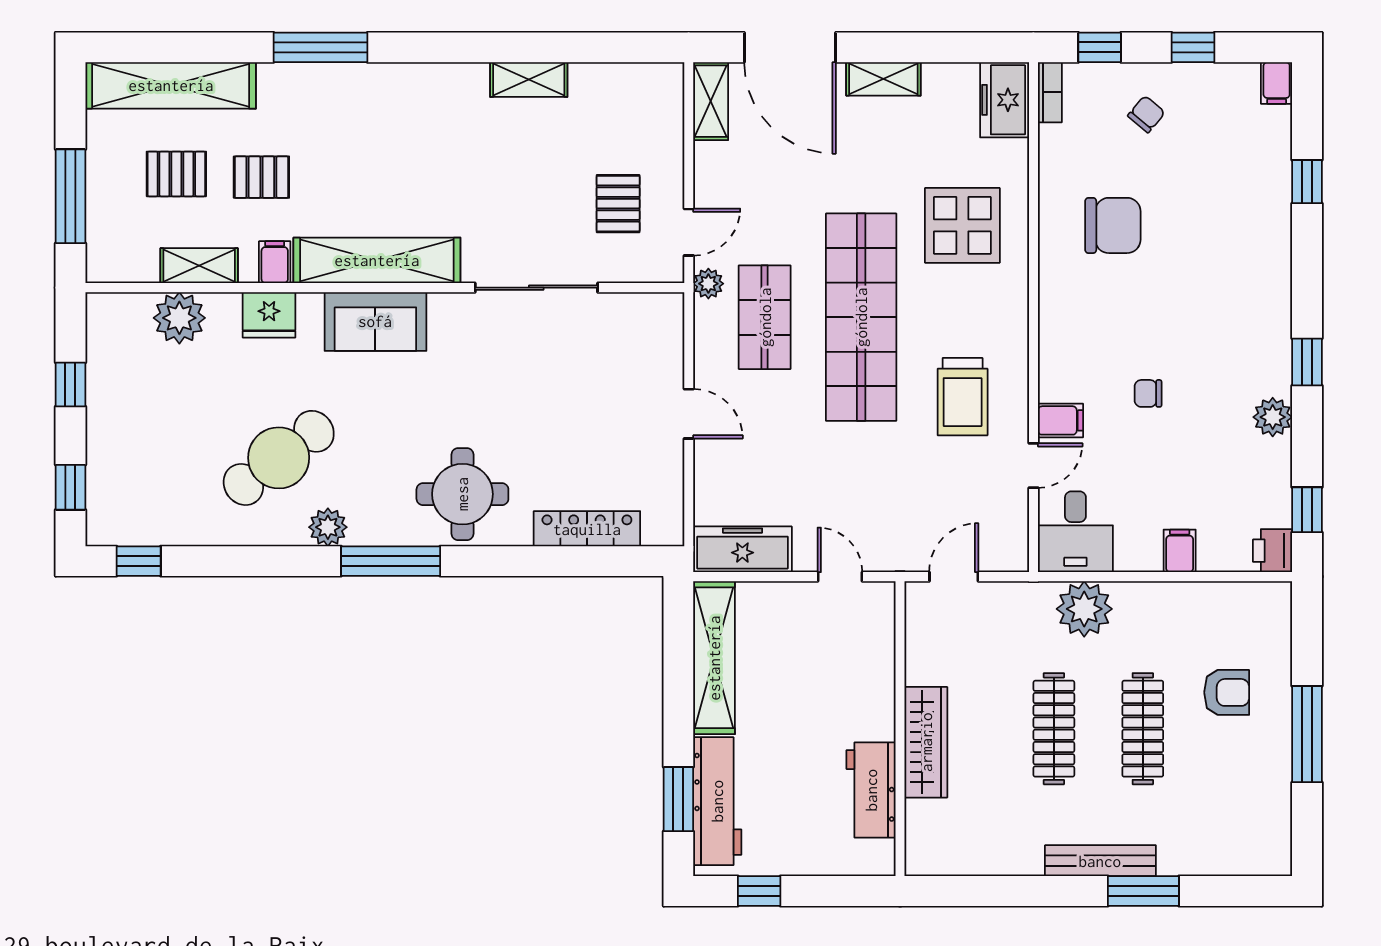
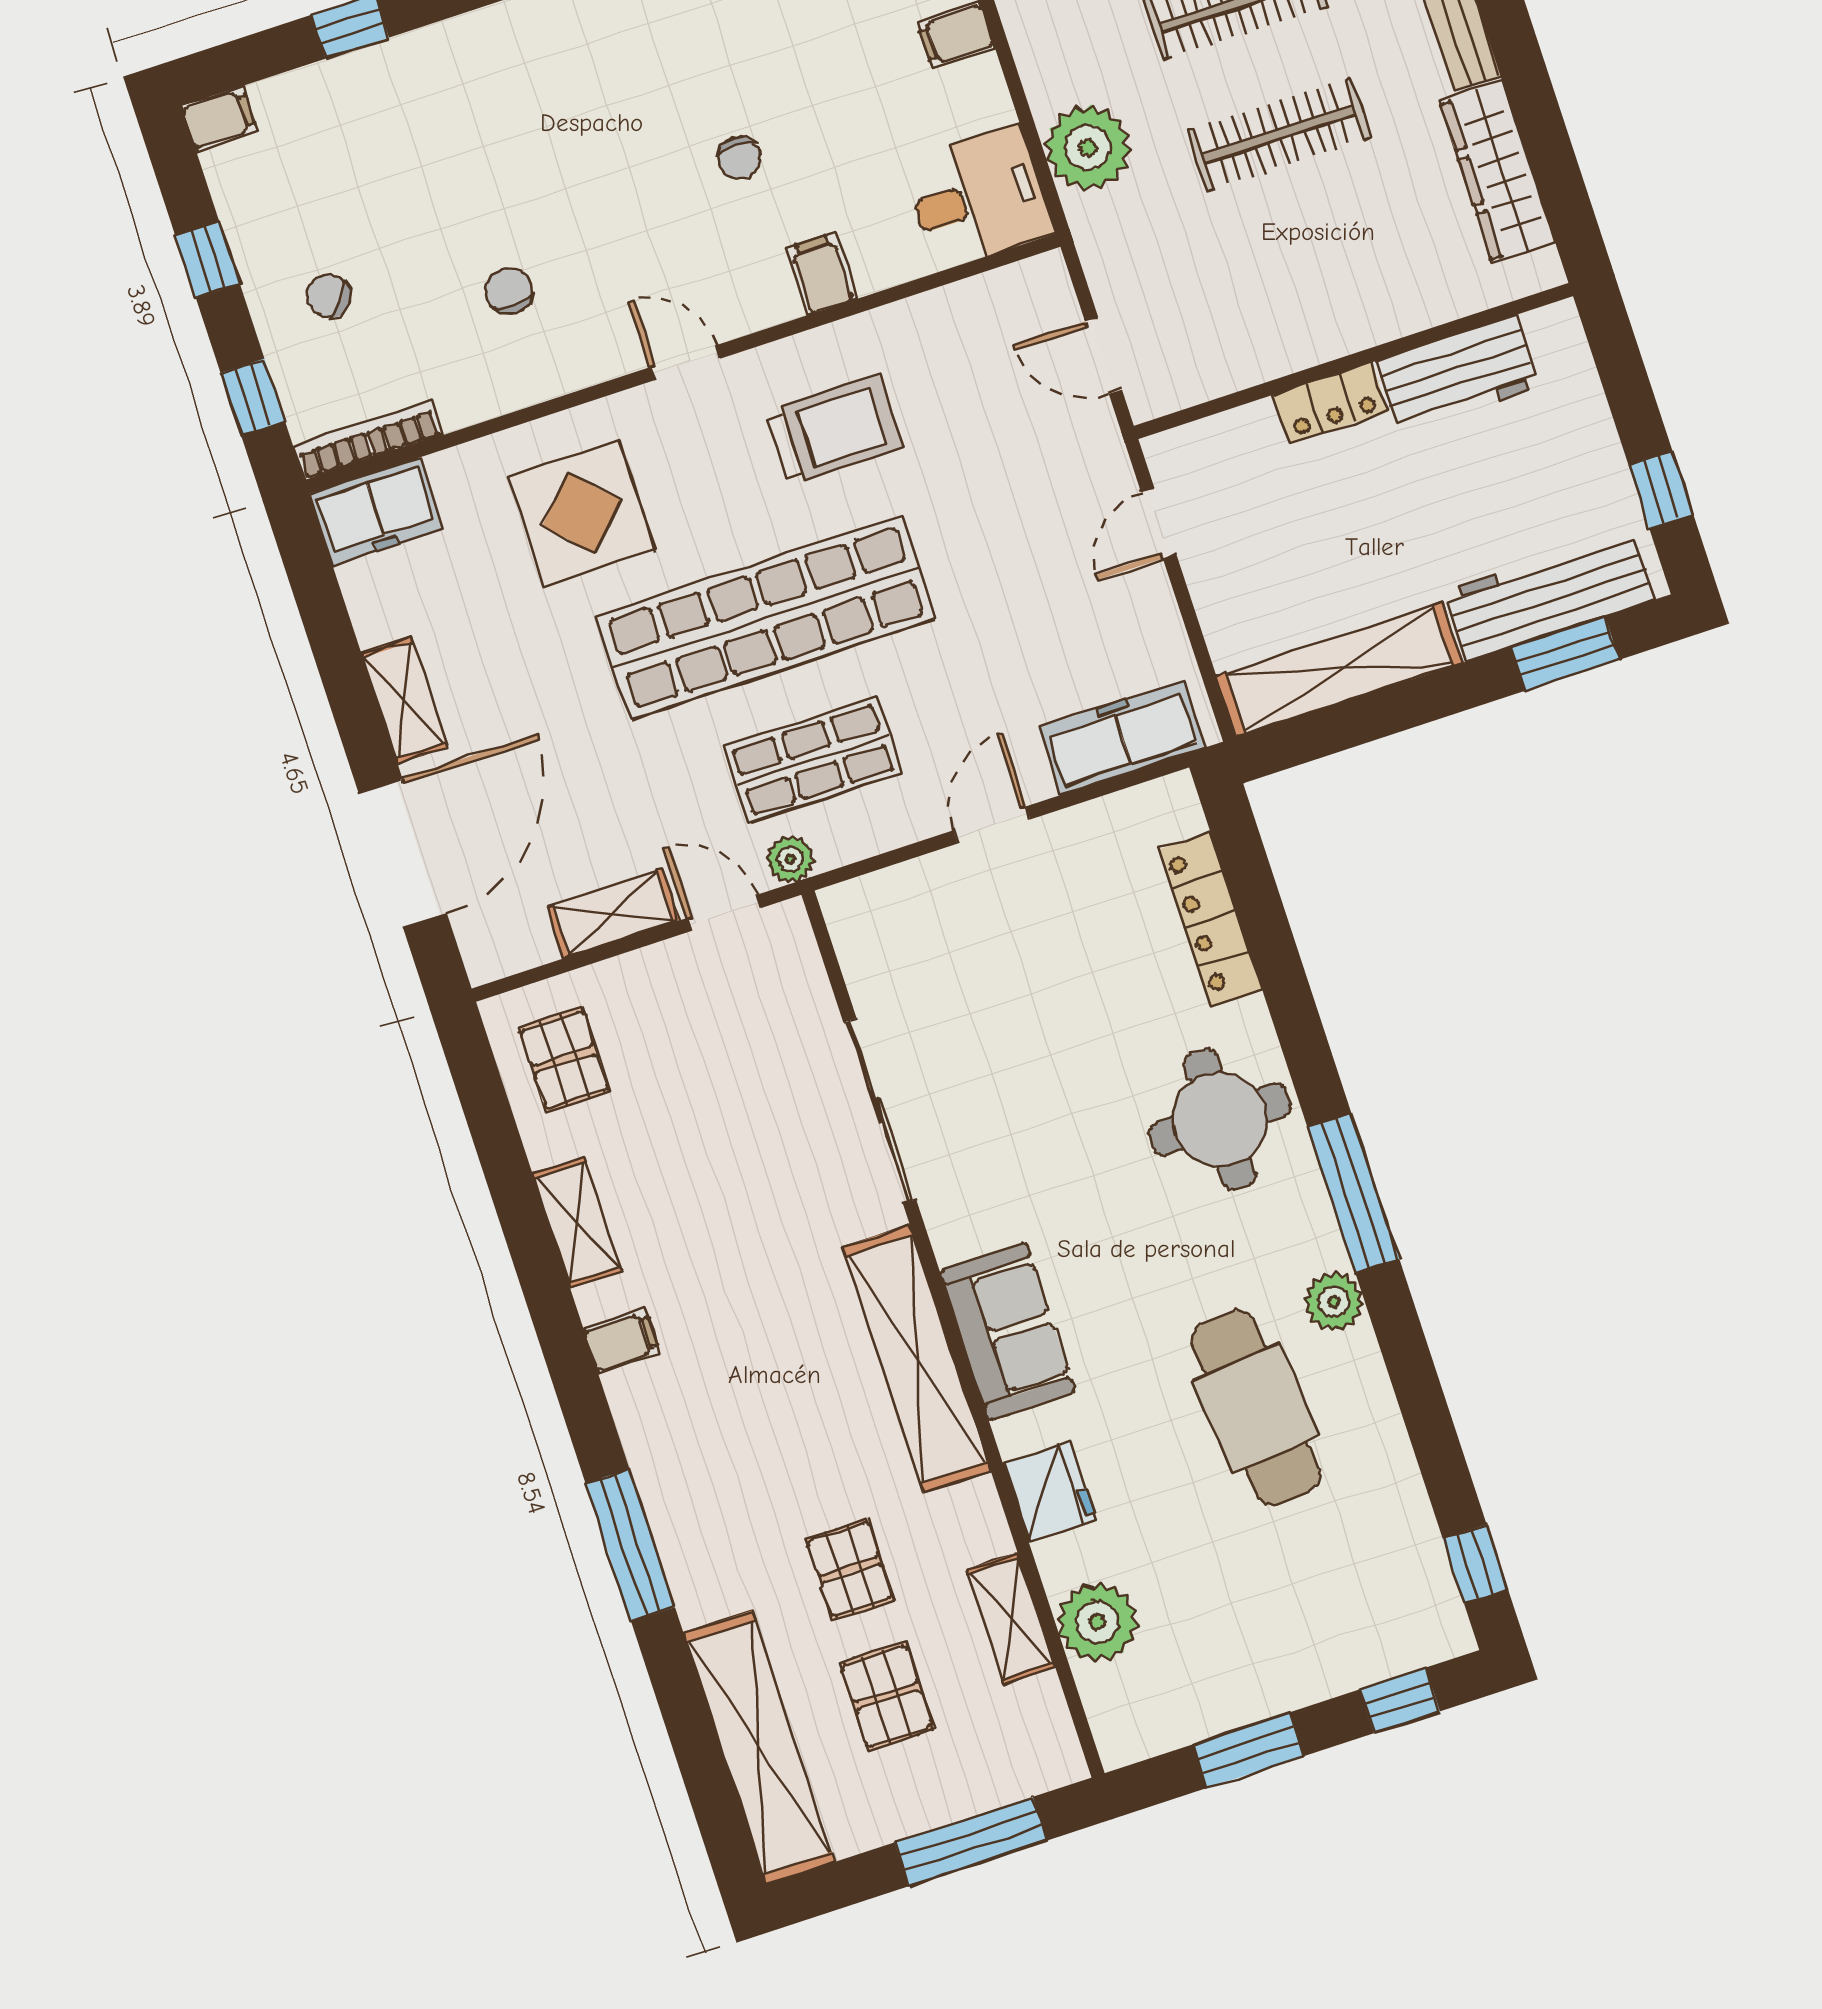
bookcase: (1050, 92) -> (368, 440), width x1.56
shelving: (711, 101) -> (613, 914), moved
pallet: (618, 204) -> (564, 1060), moved, turned 90
chair: (1113, 225) -> (509, 291), width x0.54, depth x0.54
filing cabinet: (275, 262) -> (622, 1341), moved, turned 180
window: (70, 385) -> (1248, 1750), width x1.50
cafe table: (279, 458) -> (1255, 1408), turned 32
door: (1033, 466) -> (685, 363), moved
freezer: (742, 549) -> (1122, 737), moved, turned 90
locker: (879, 706) -> (1331, 403), added
wardrobe: (926, 742) -> (1497, 172), moved, turned -90

